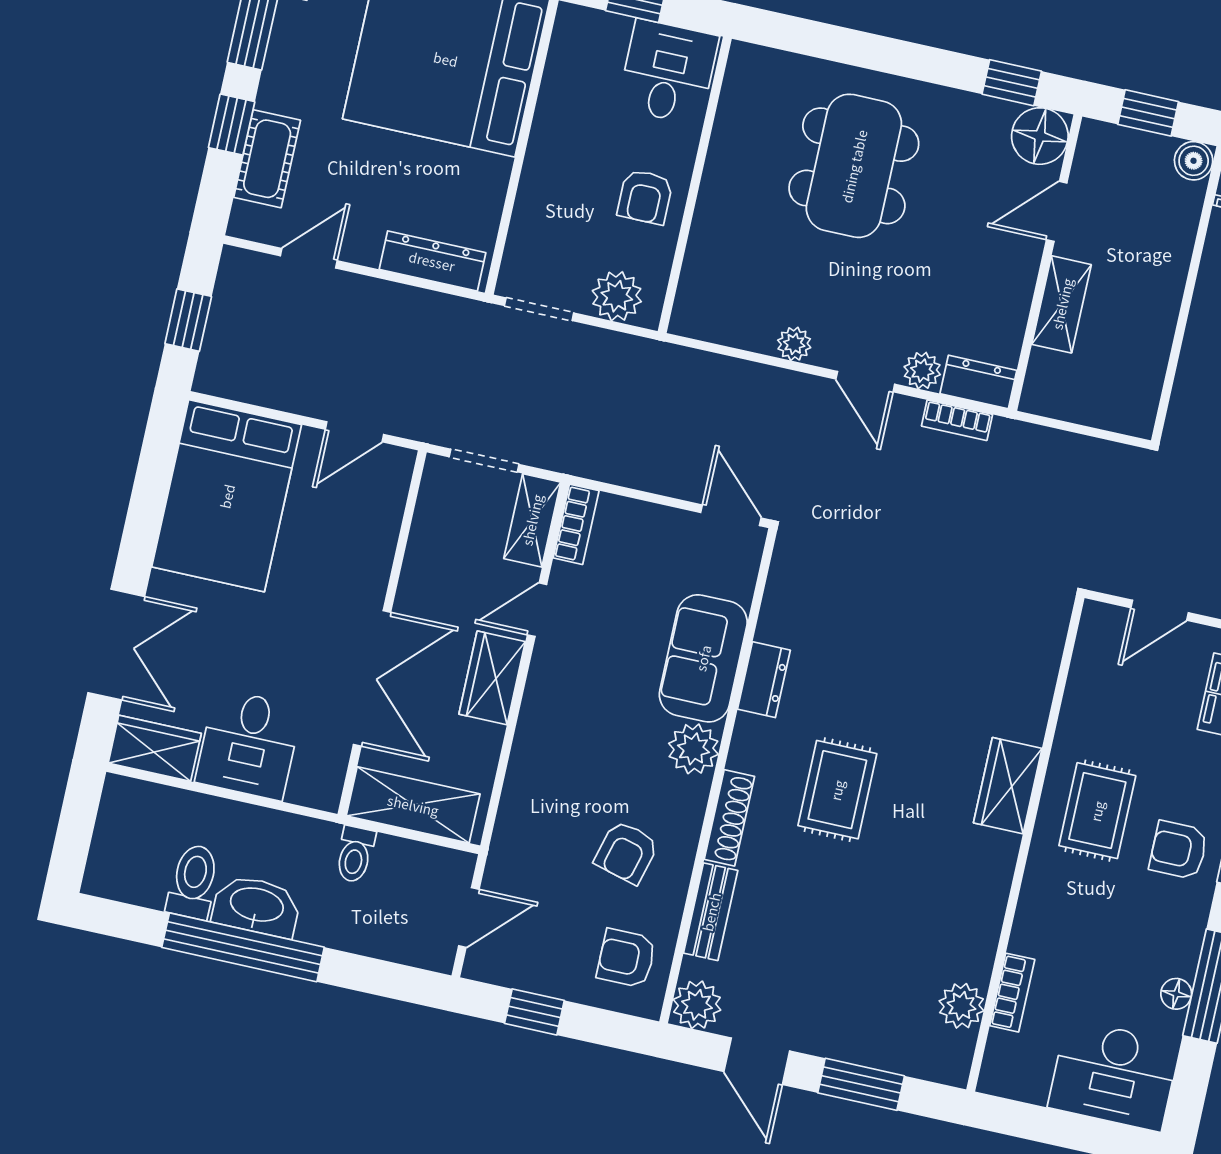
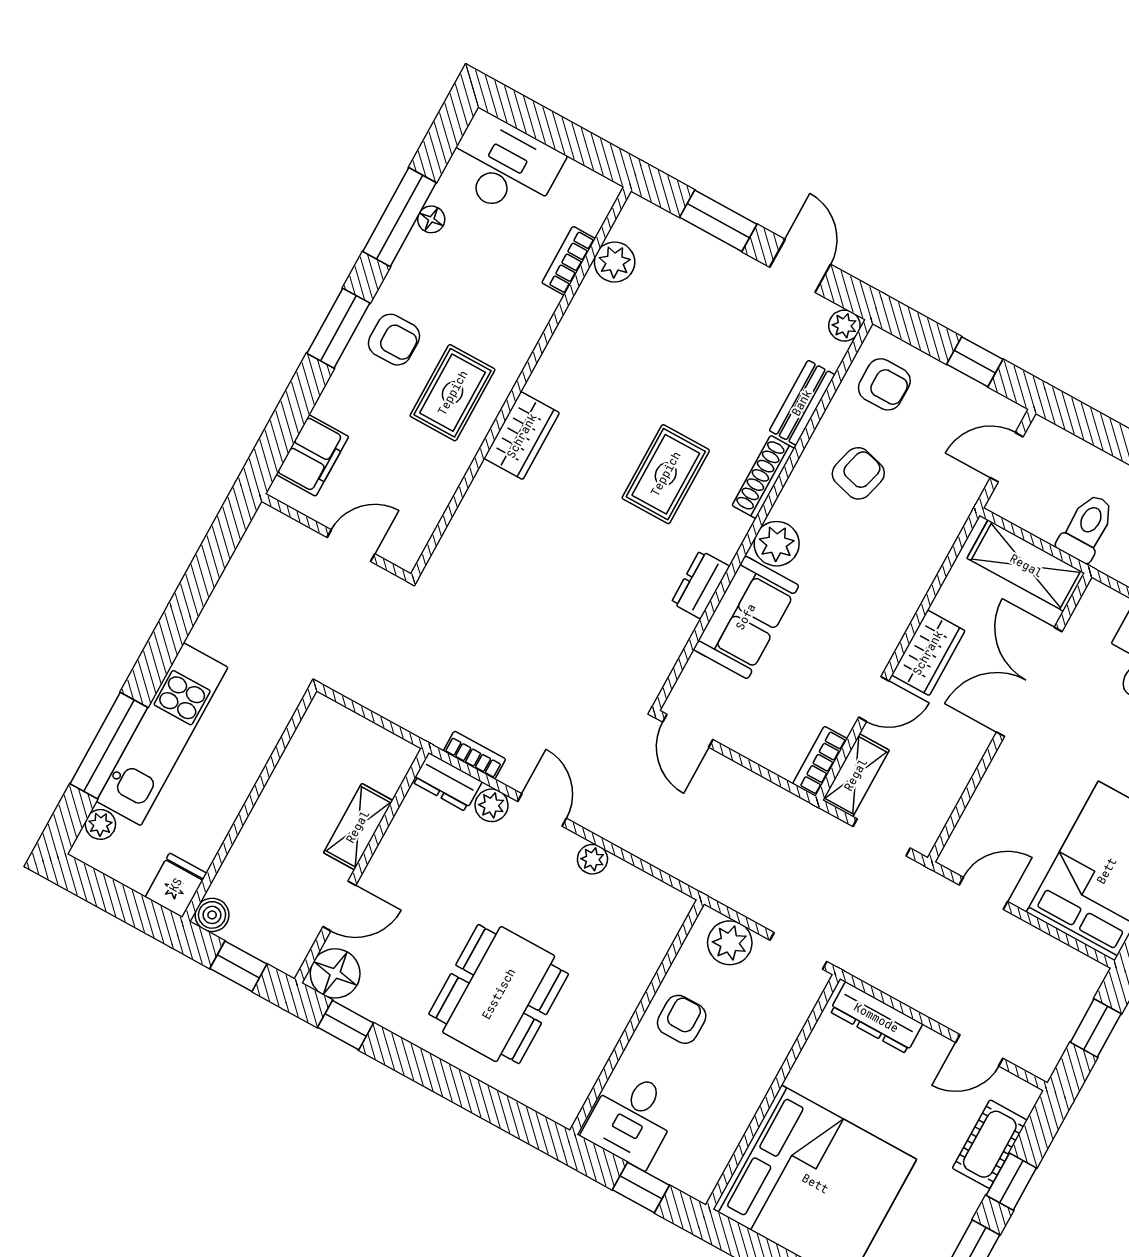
toilet: (355, 854) -> (1086, 528), width x1.37, depth x1.39
plant: (697, 1005) -> (844, 326), width x0.73, depth x0.73

